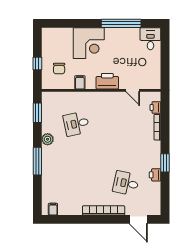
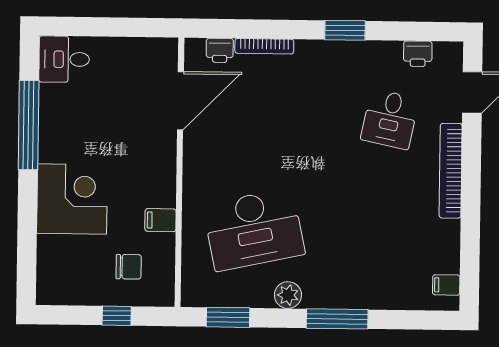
printer: (107, 81) -> (159, 158), removed
door: (133, 90) -> (180, 101), width x1.87
desk: (76, 124) -> (254, 229), width x1.87, depth x1.30
printer: (155, 175) -> (418, 54), moved

